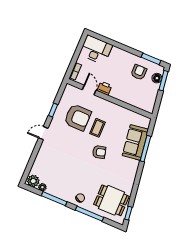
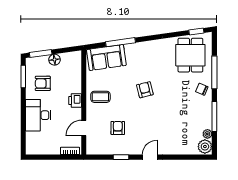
desk: (96, 50) -> (38, 115), moved
floor lamp: (157, 78) -> (54, 60), moved
printer: (104, 88) -> (75, 101), moved
armchair: (78, 117) -> (118, 128), width x0.53, depth x0.53
coffee table: (97, 128) -> (100, 97), moved
door: (43, 133) -> (150, 157), swing flipped
sofa: (135, 142) -> (106, 57), moved

